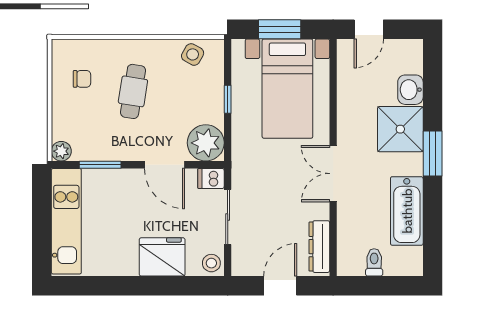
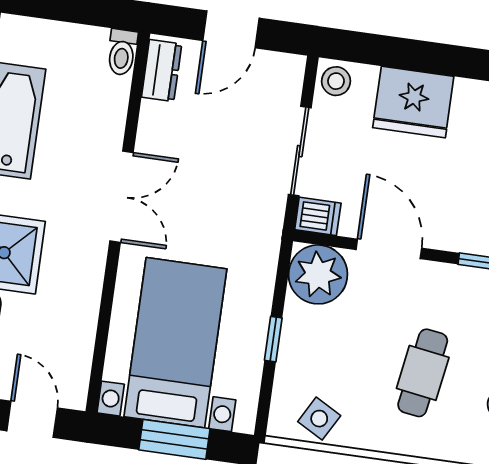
door: (369, 29) -> (32, 419), hinge flipped
dresser: (319, 247) -> (162, 71), width x0.70
toilet: (374, 262) -> (122, 52), moved

